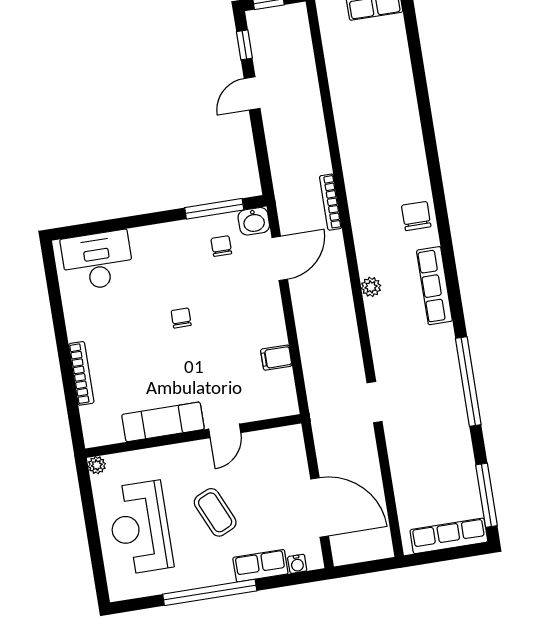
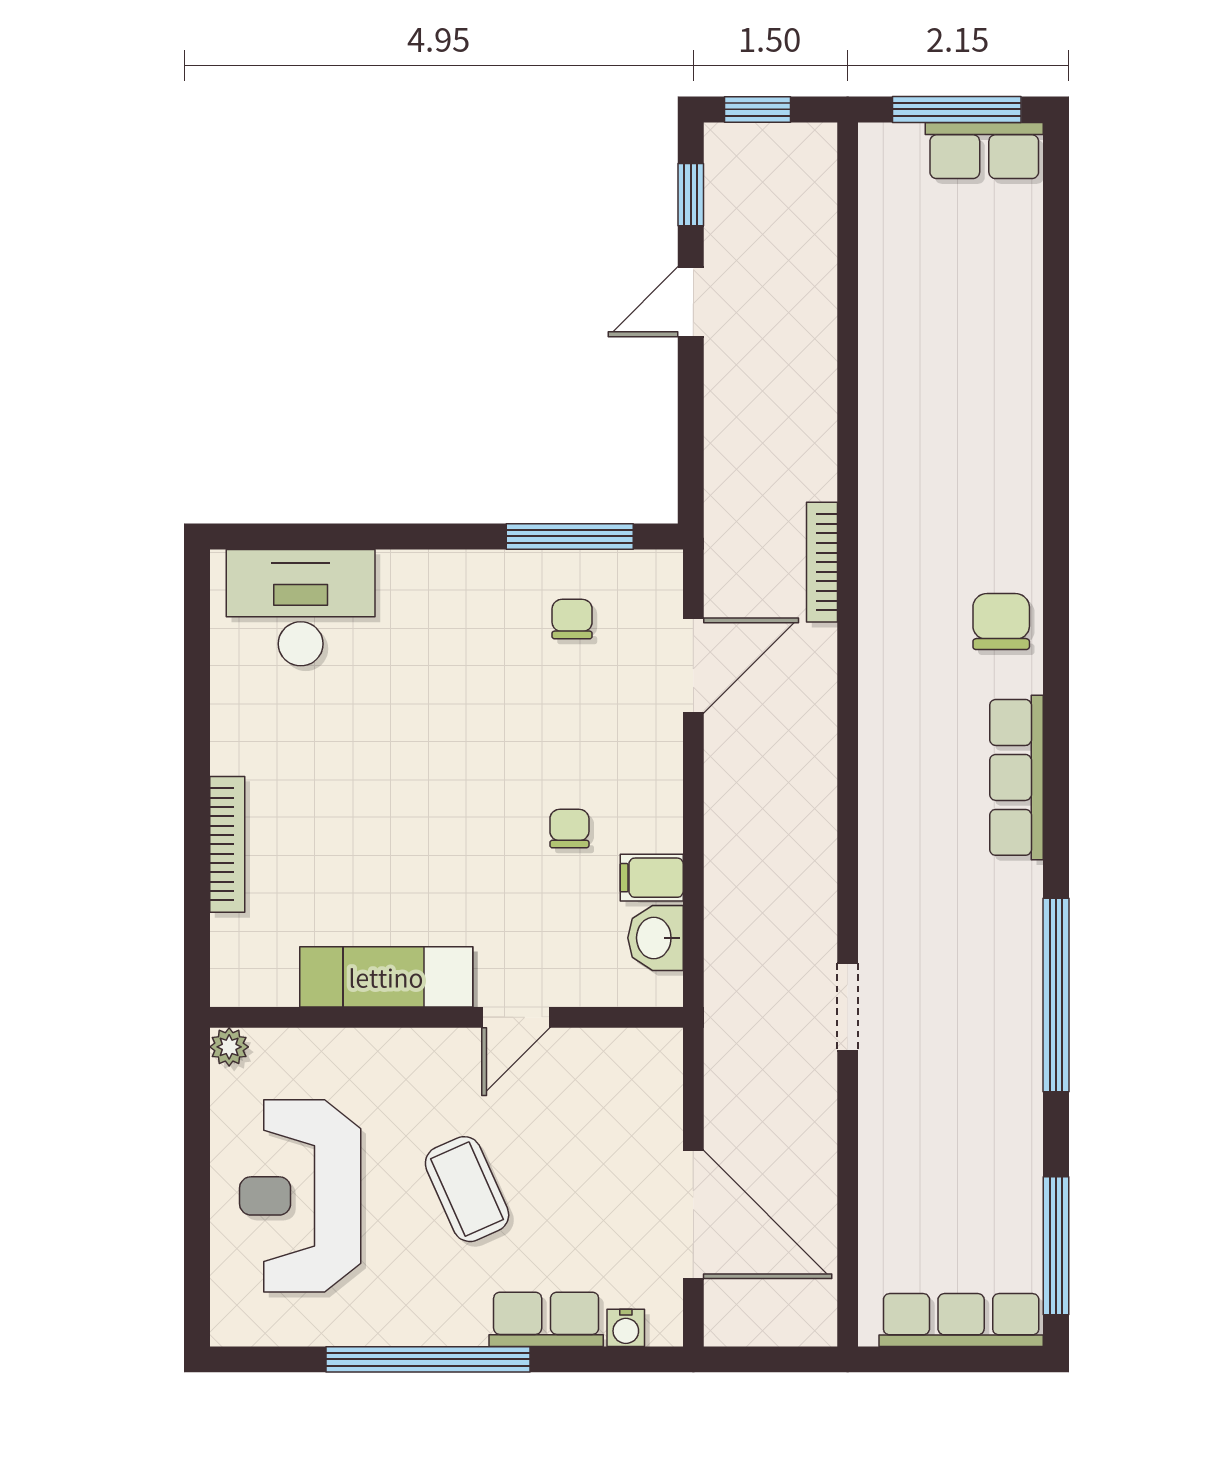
washbasin: (254, 221) -> (655, 938), moved, turned 90
plant: (371, 287) -> (880, 758), removed
chair: (181, 318) -> (569, 829), moved

